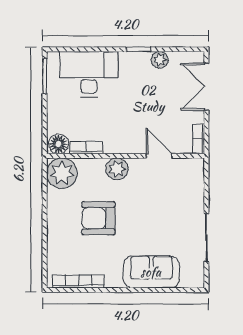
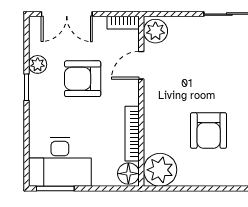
desk: (89, 74) -> (60, 162), moved, turned -90
armchair: (146, 101) -> (83, 79), added
bookcase: (86, 147) -> (132, 134), width x1.56
plant: (117, 169) -> (155, 31), moved

